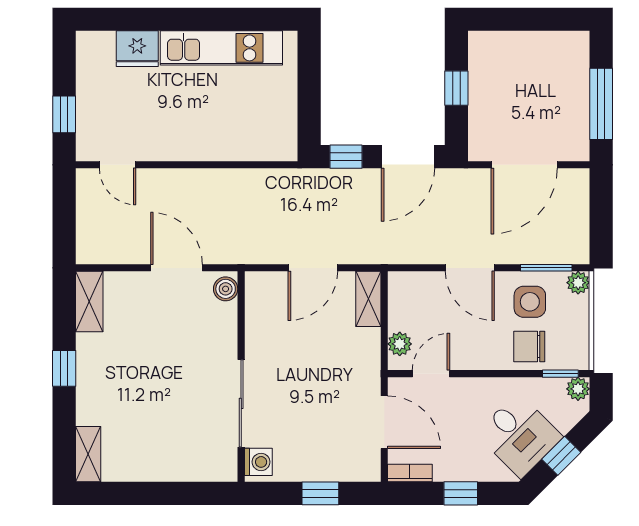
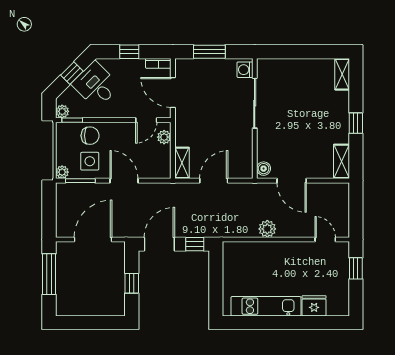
plant: (219, 183) -> (267, 229), added
window: (320, 493) -> (209, 52), width x1.50

